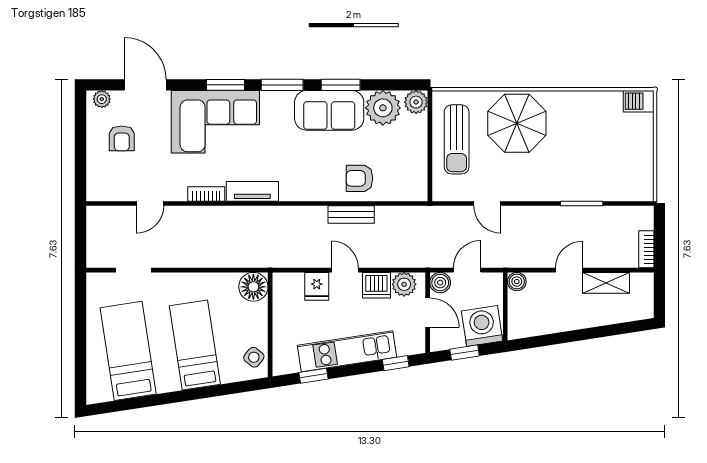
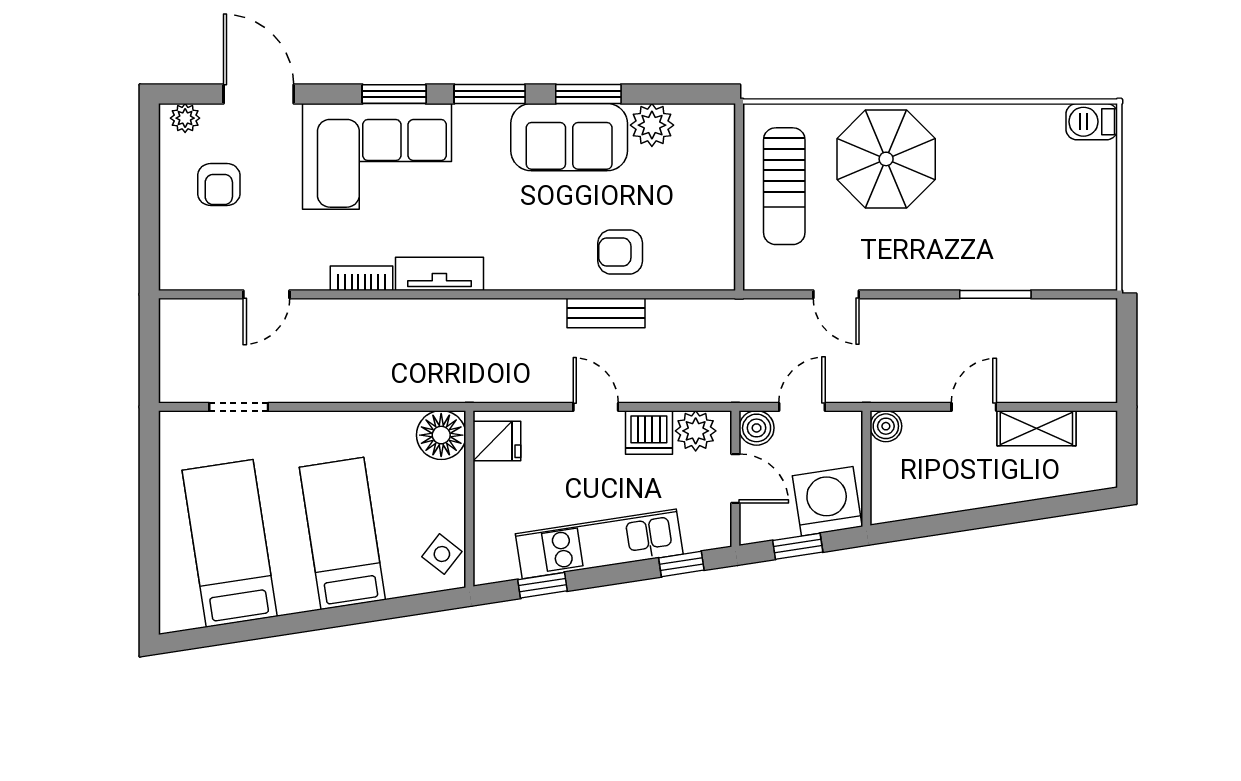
plant: (416, 102) -> (716, 123), removed
plant: (383, 108) -> (652, 125), width x0.73, depth x0.73
bookcase: (646, 249) -> (1105, 372), removed
fridge: (317, 286) -> (497, 441), moved, turned -90

